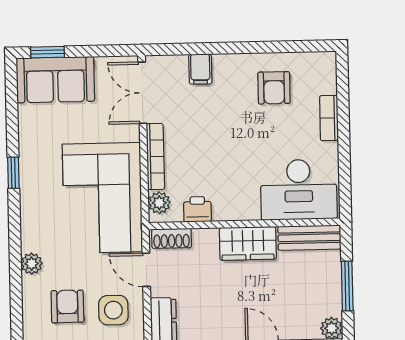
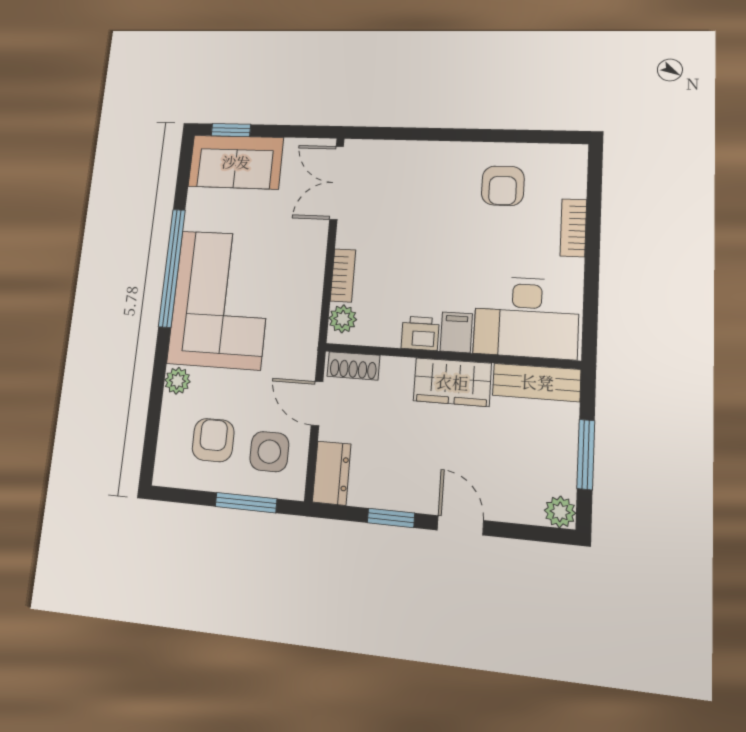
filing cabinet: (200, 69) -> (456, 332), moved, turned 180
bookcase: (155, 156) -> (343, 275), width x0.64
window: (13, 173) -> (172, 268), width x3.17
corner sofa: (102, 198) -> (221, 299), moved, turned 180
printer: (197, 209) -> (420, 333), moved

